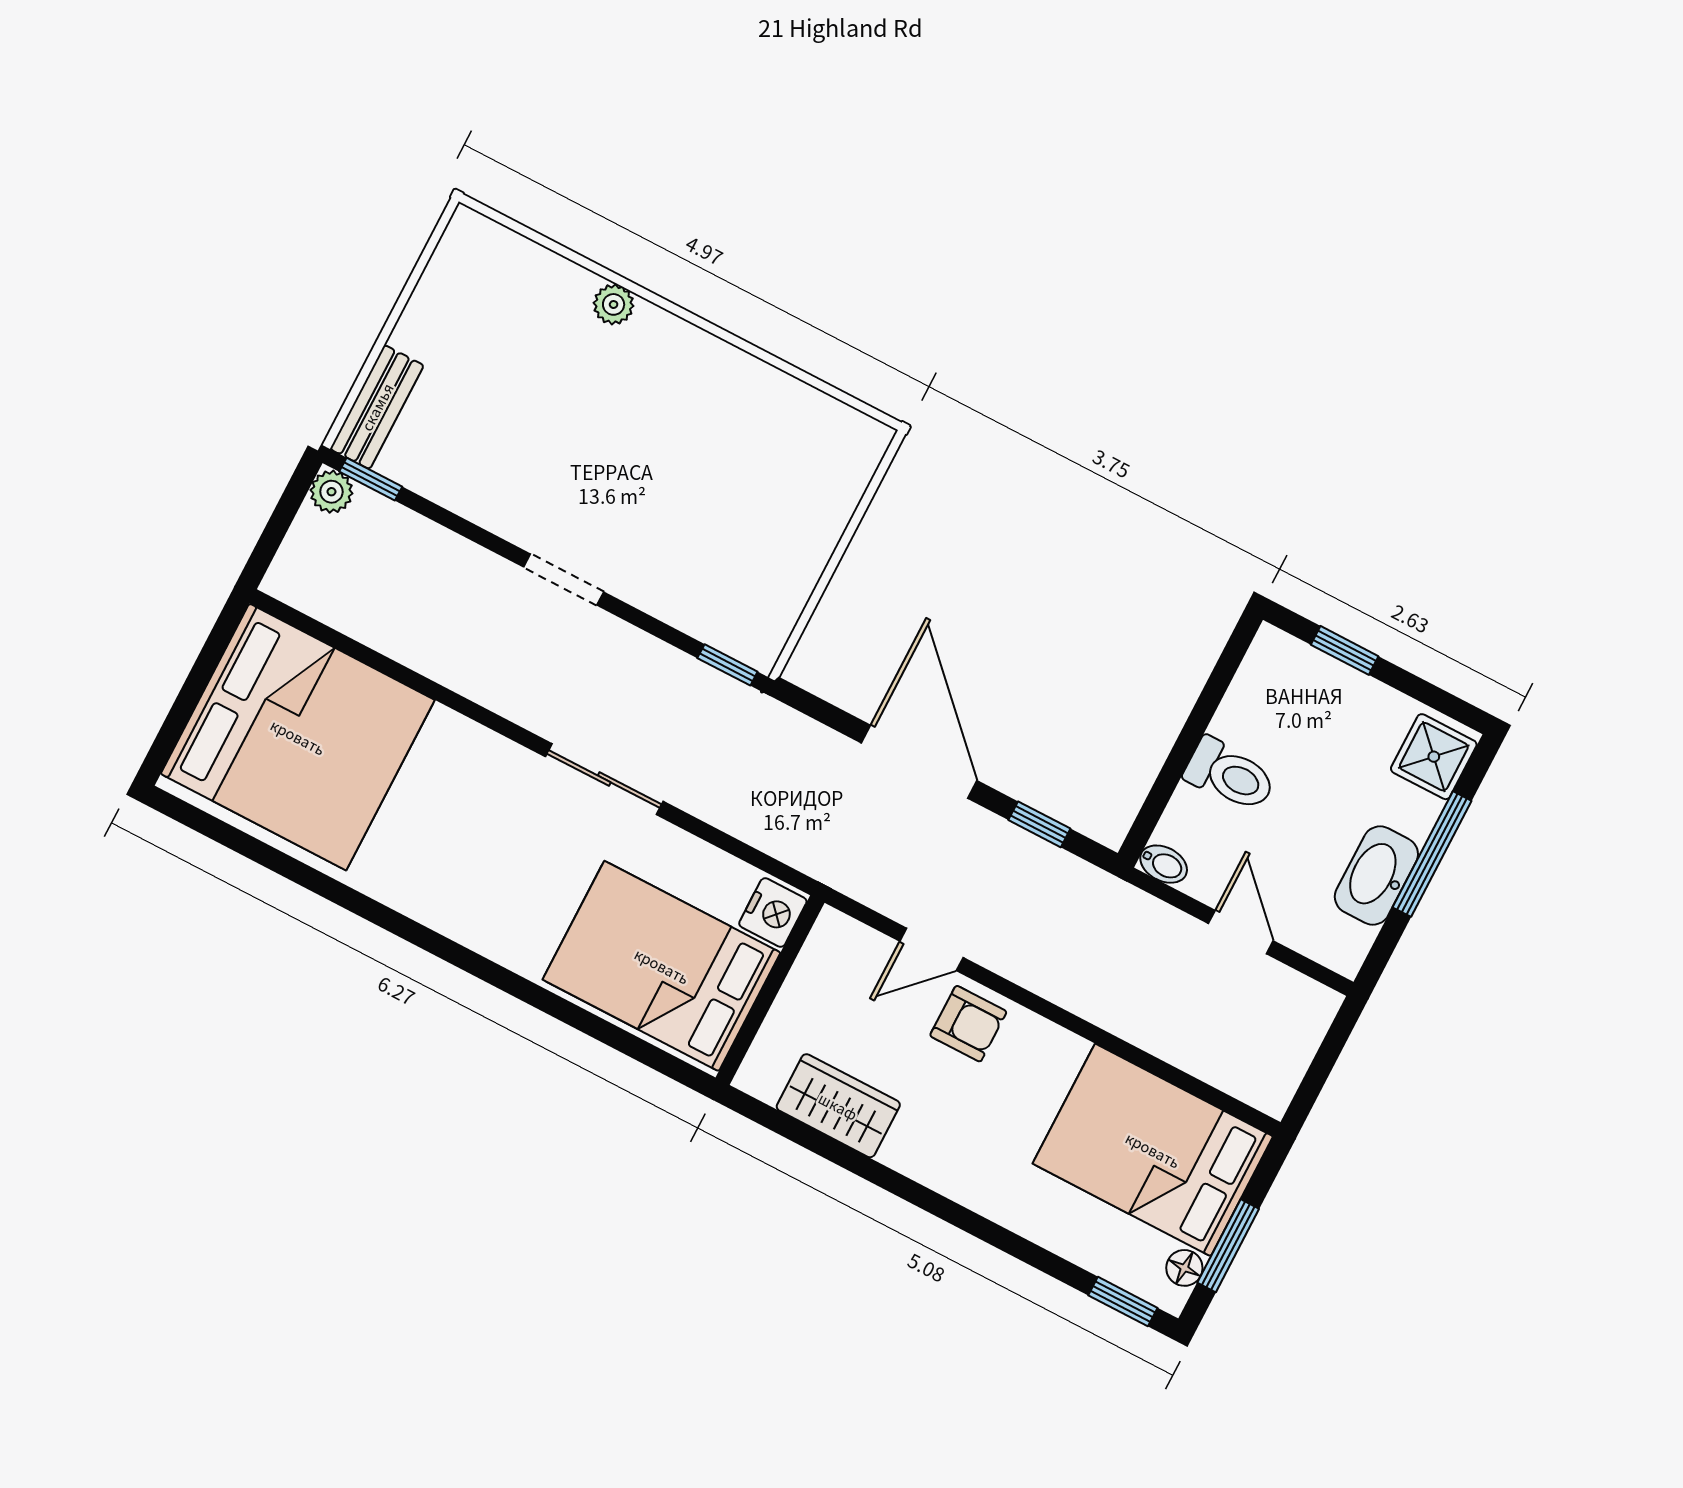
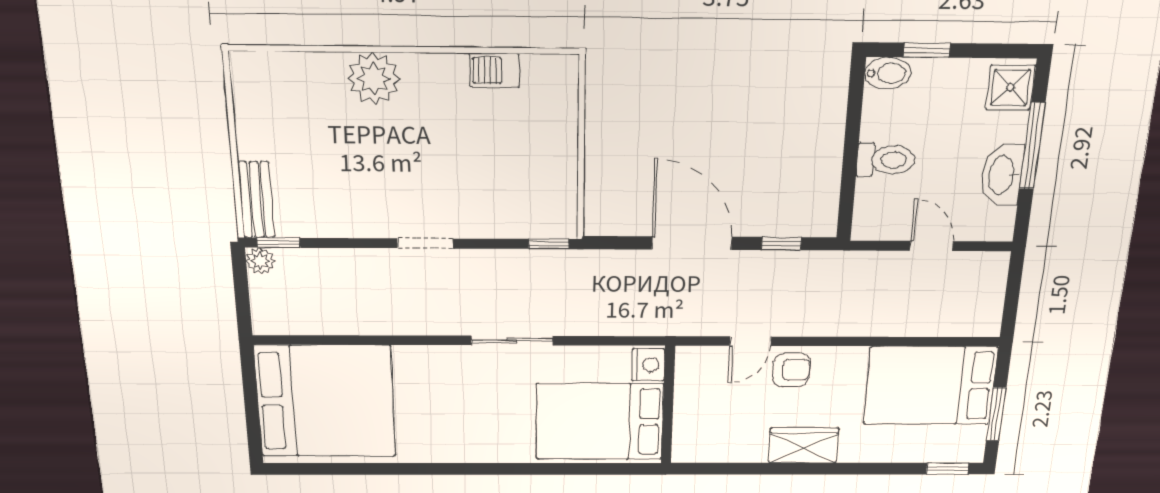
plant: (614, 304) -> (374, 78), width x1.87, depth x1.87
barbecue: (780, 396) -> (495, 70), added
bidet: (1164, 864) -> (888, 73), moved, width x1.38, depth x1.36
wardrobe: (838, 1106) -> (803, 445), moved
floor lamp: (1184, 1268) -> (976, 437), removed

